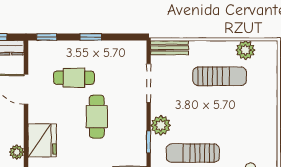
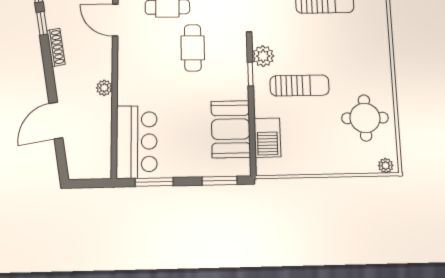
fridge: (42, 140) -> (133, 75), removed
sun lounger: (193, 153) -> (299, 85), turned 180

